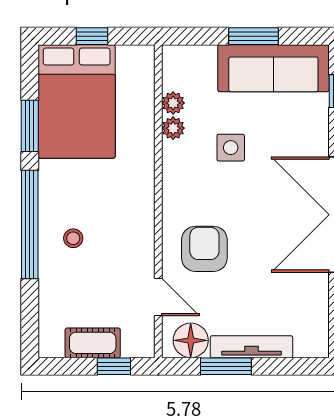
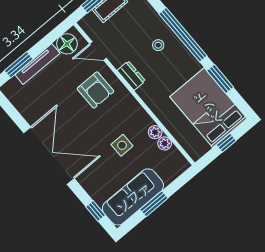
dresser: (142, 228) -> (131, 76), added
window: (226, 366) -> (19, 65), moved

